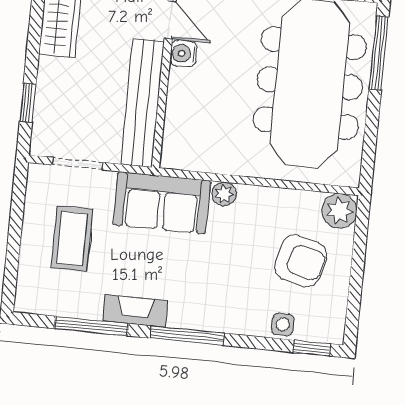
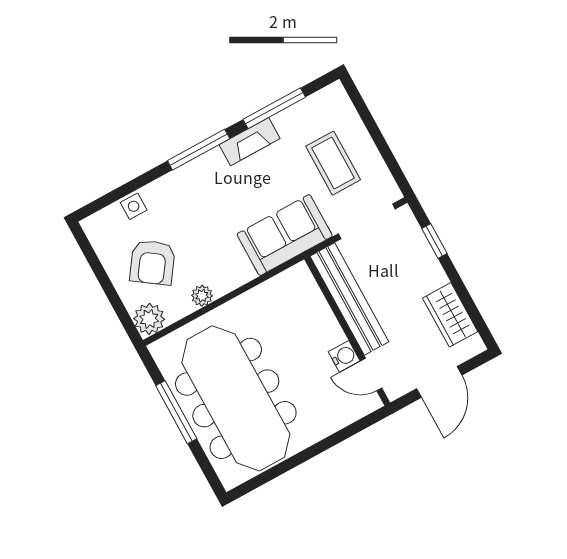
window: (379, 53) -> (176, 412), moved
doorway: (78, 164) -> (367, 221), width x1.38
plant: (224, 194) -> (202, 296), moved
armchair: (301, 261) -> (152, 262), turned -69
window: (312, 348) -> (100, 204), removed

